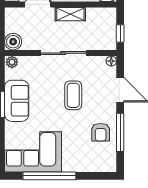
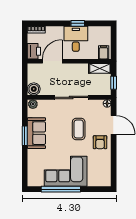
shelving: (70, 14) -> (100, 68), moved
armchair: (101, 132) -> (100, 142), moved
window: (120, 132) -> (114, 157), removed
corner sofa: (33, 152) -> (66, 171), moved

